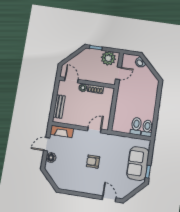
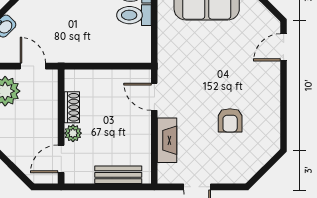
fireplace: (62, 131) -> (167, 140), moved
floor lamp: (51, 158) -> (222, 174), removed
armchair: (93, 162) -> (230, 120), moved

